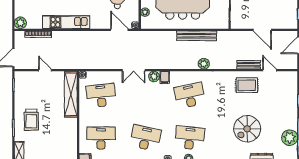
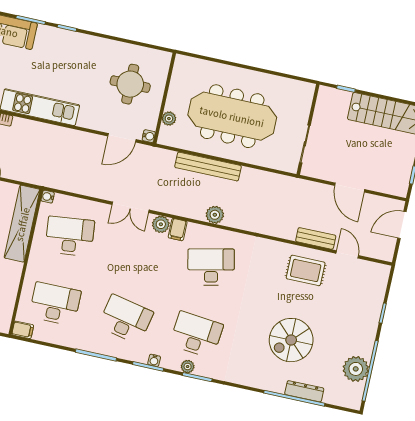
door: (119, 30) -> (122, 138), swing flipped
bench: (197, 36) -> (208, 167), moved
plant: (204, 64) -> (215, 215), moved

